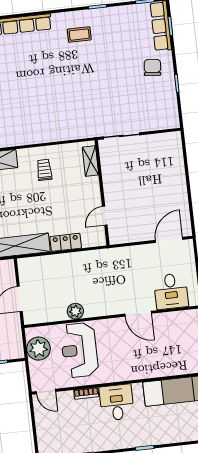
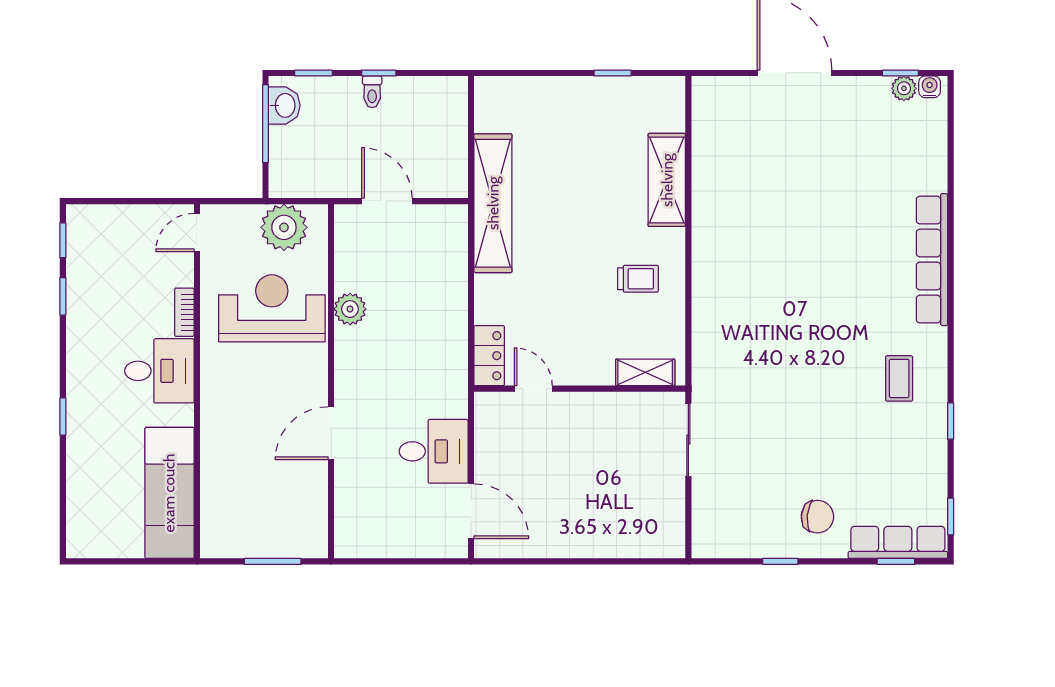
locker: (66, 242) -> (489, 356), moved
desk: (171, 291) -> (434, 451), moved, turned 180

